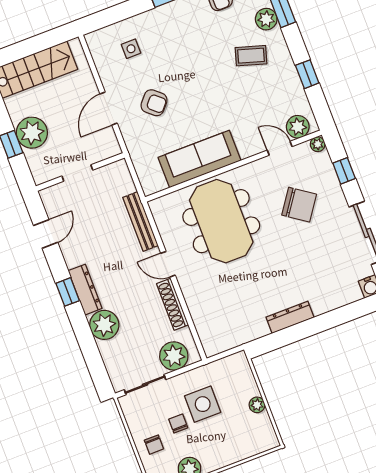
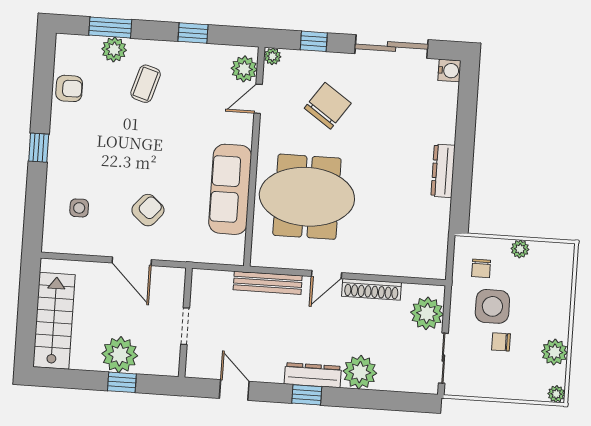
chair: (154, 445) -> (481, 268), moved, turned 90

